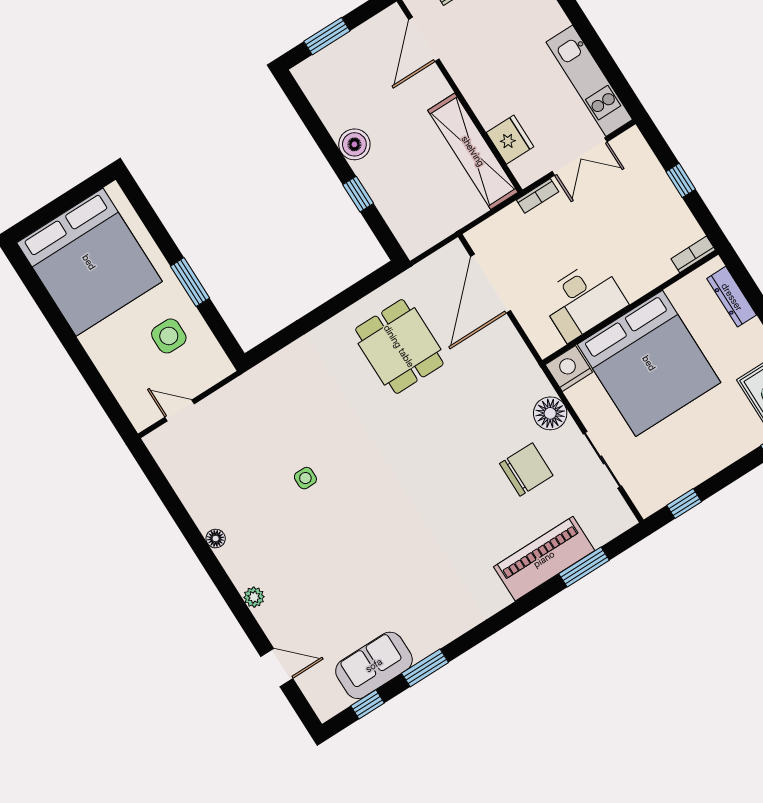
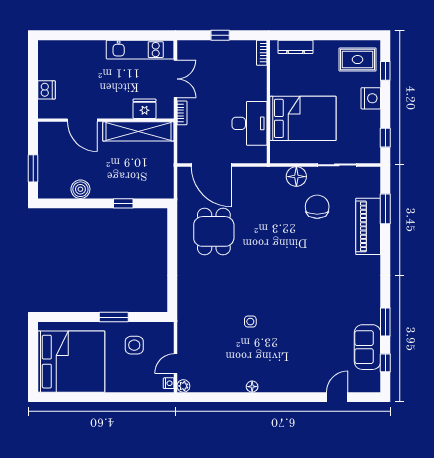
door: (424, 39) -> (82, 120), moved
boiler: (354, 144) -> (80, 189), moved
dining table: (399, 346) -> (214, 231), turned 90
bed: (649, 363) -> (303, 118), width x0.73
nightstand: (569, 369) -> (371, 98), moved, turned 180
nightstand: (146, 418) -> (169, 383), added
plant: (254, 597) -> (183, 386), moved

